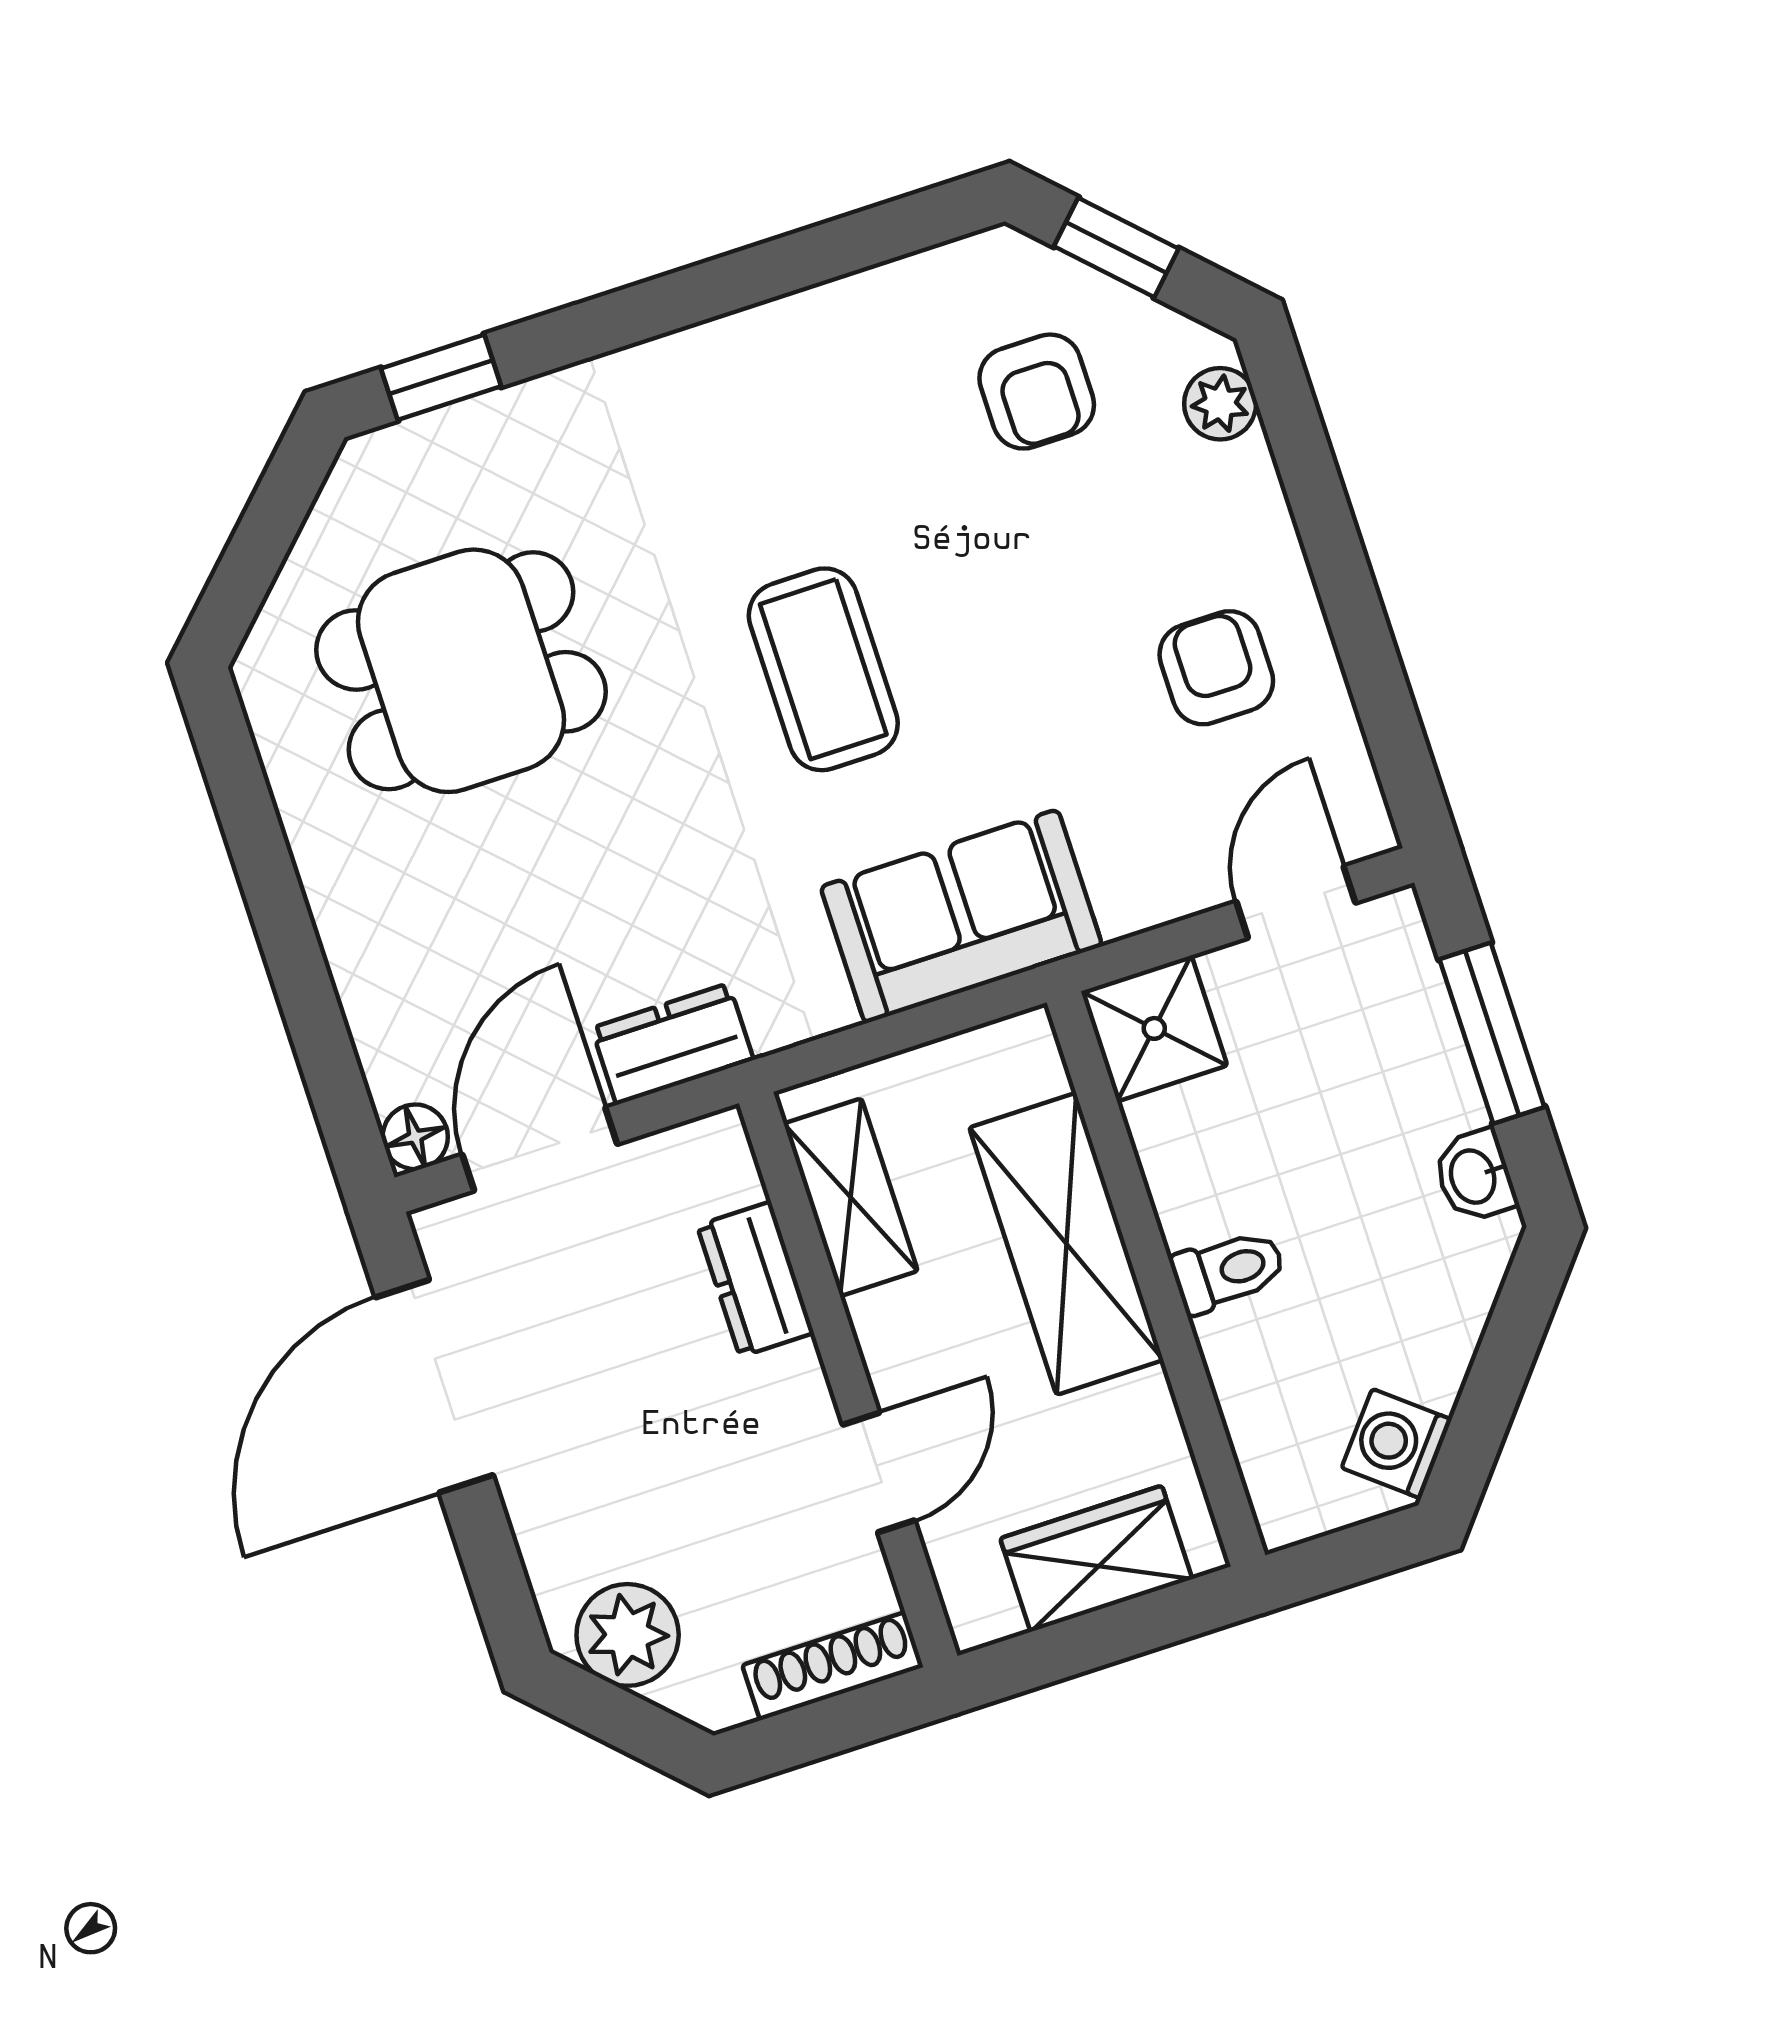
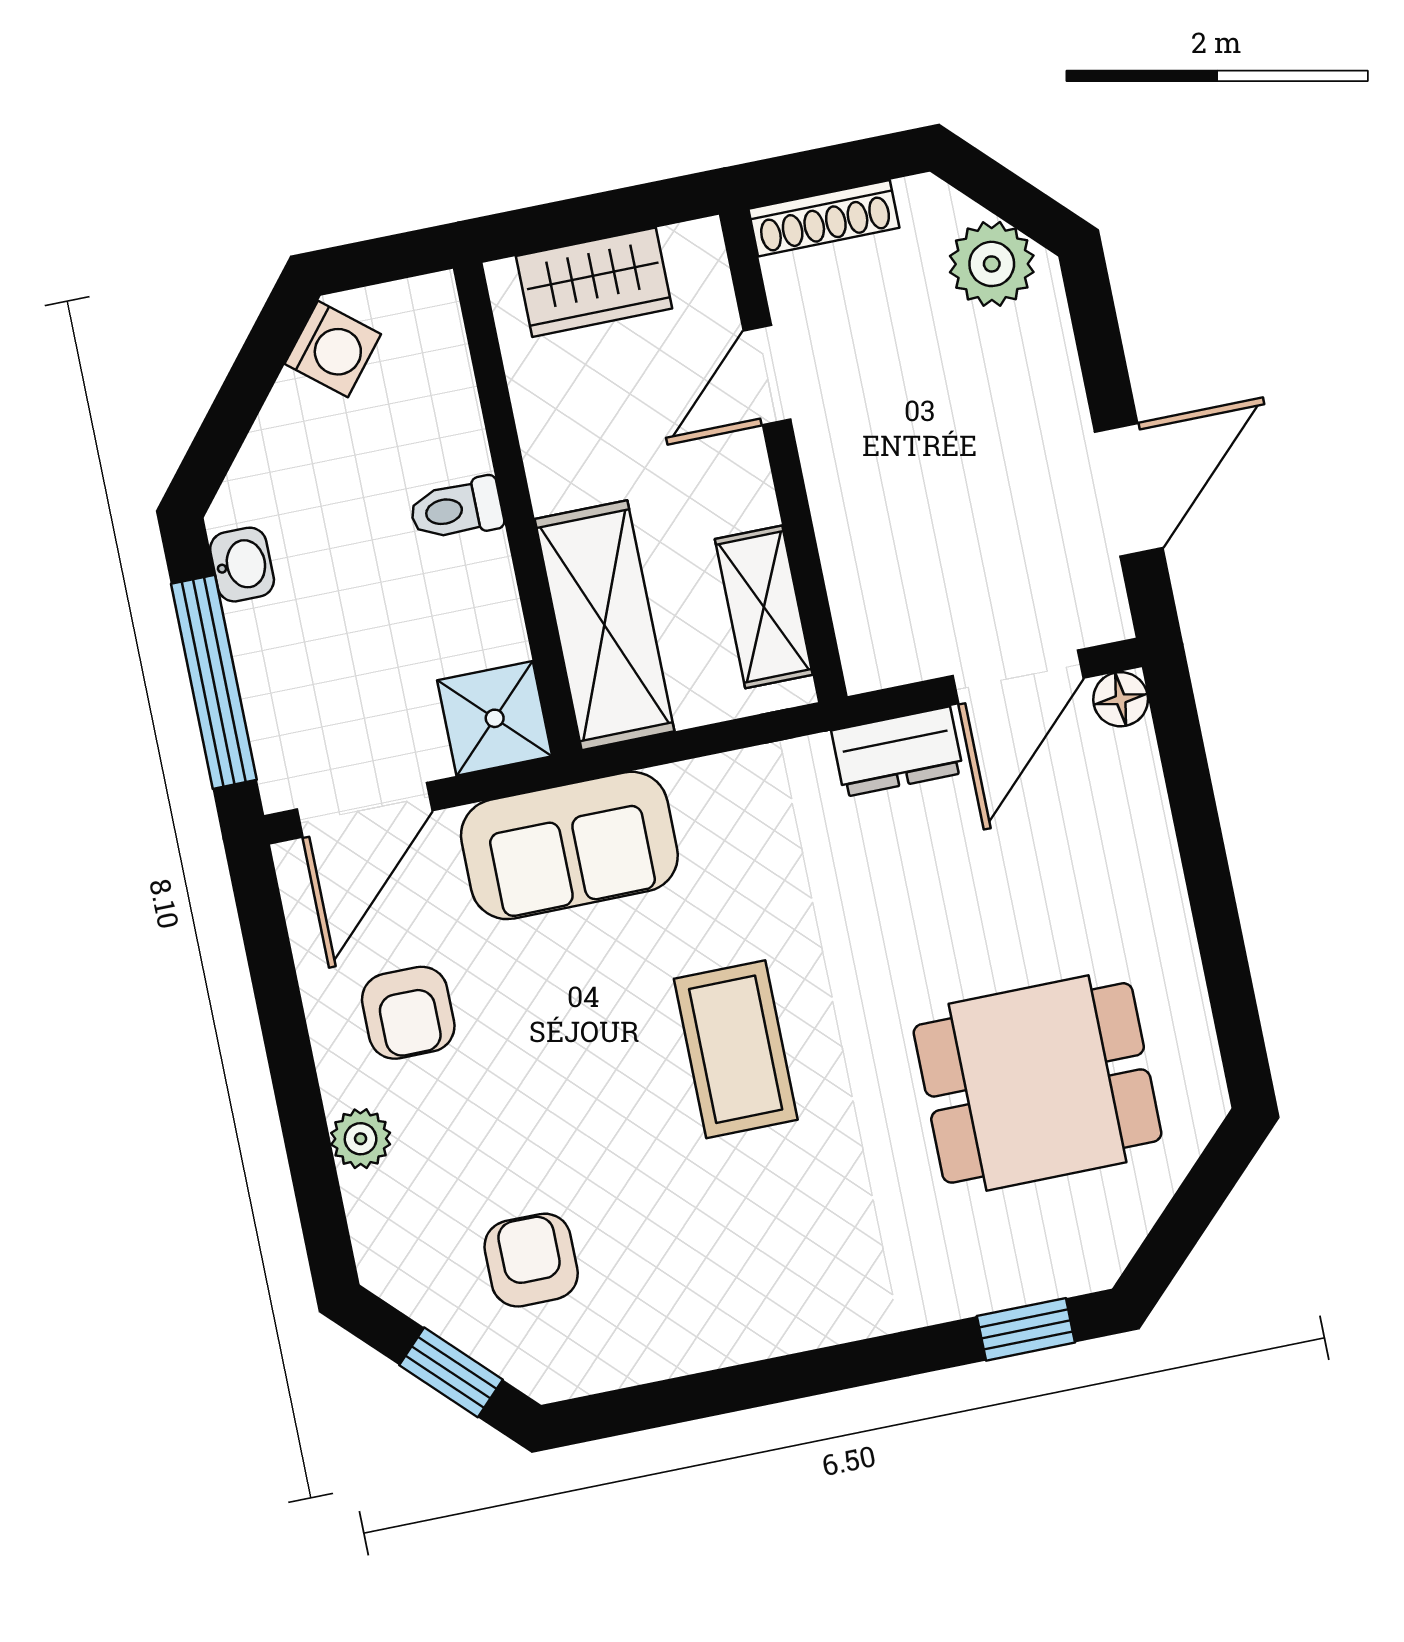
plant: (1220, 404) -> (361, 1139), moved
door: (1296, 902) -> (365, 810), width x1.38
sofa: (961, 916) -> (569, 845), moved
window: (1492, 1033) -> (214, 682), width x1.44
shelving: (1066, 1244) -> (604, 625), moved
dresser: (756, 1279) -> (851, 548), removed
door: (434, 1386) -> (1129, 490), width x0.73

